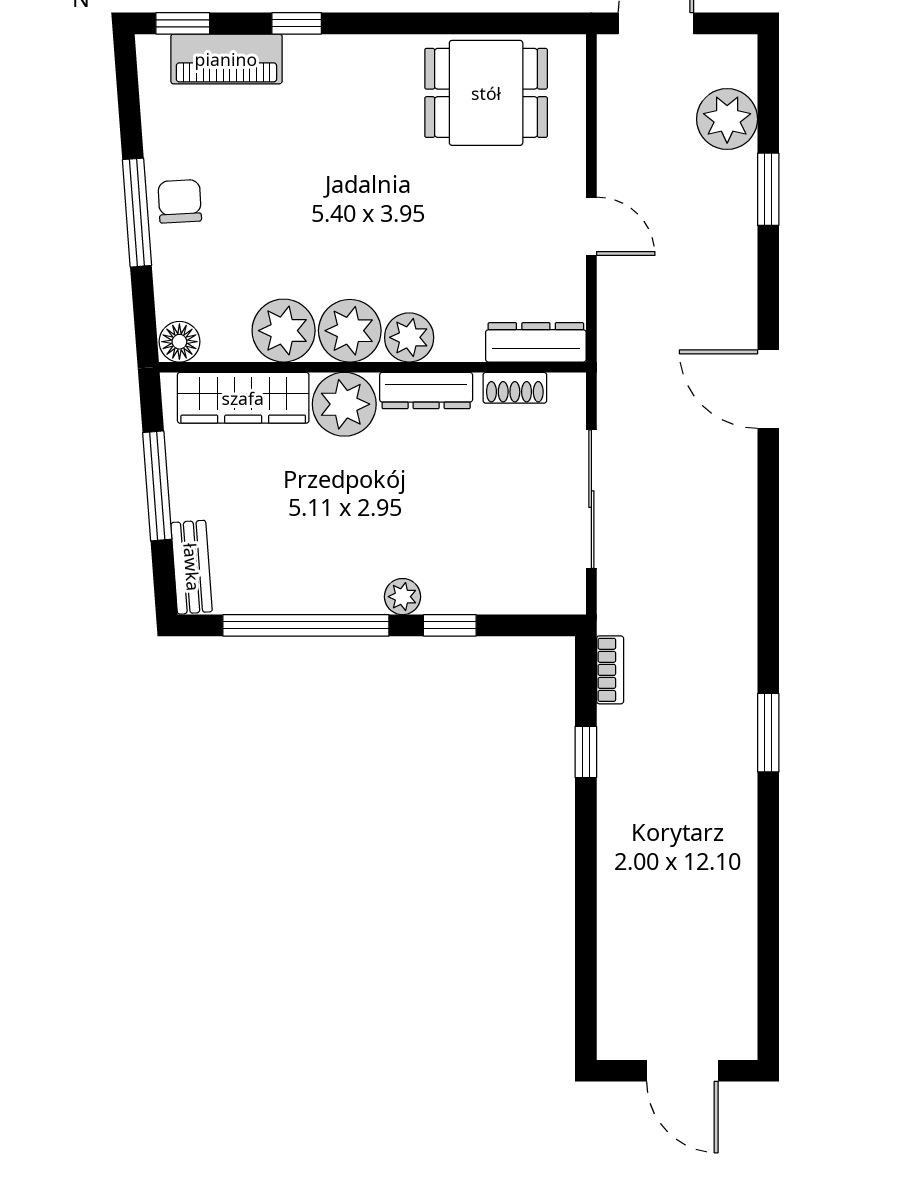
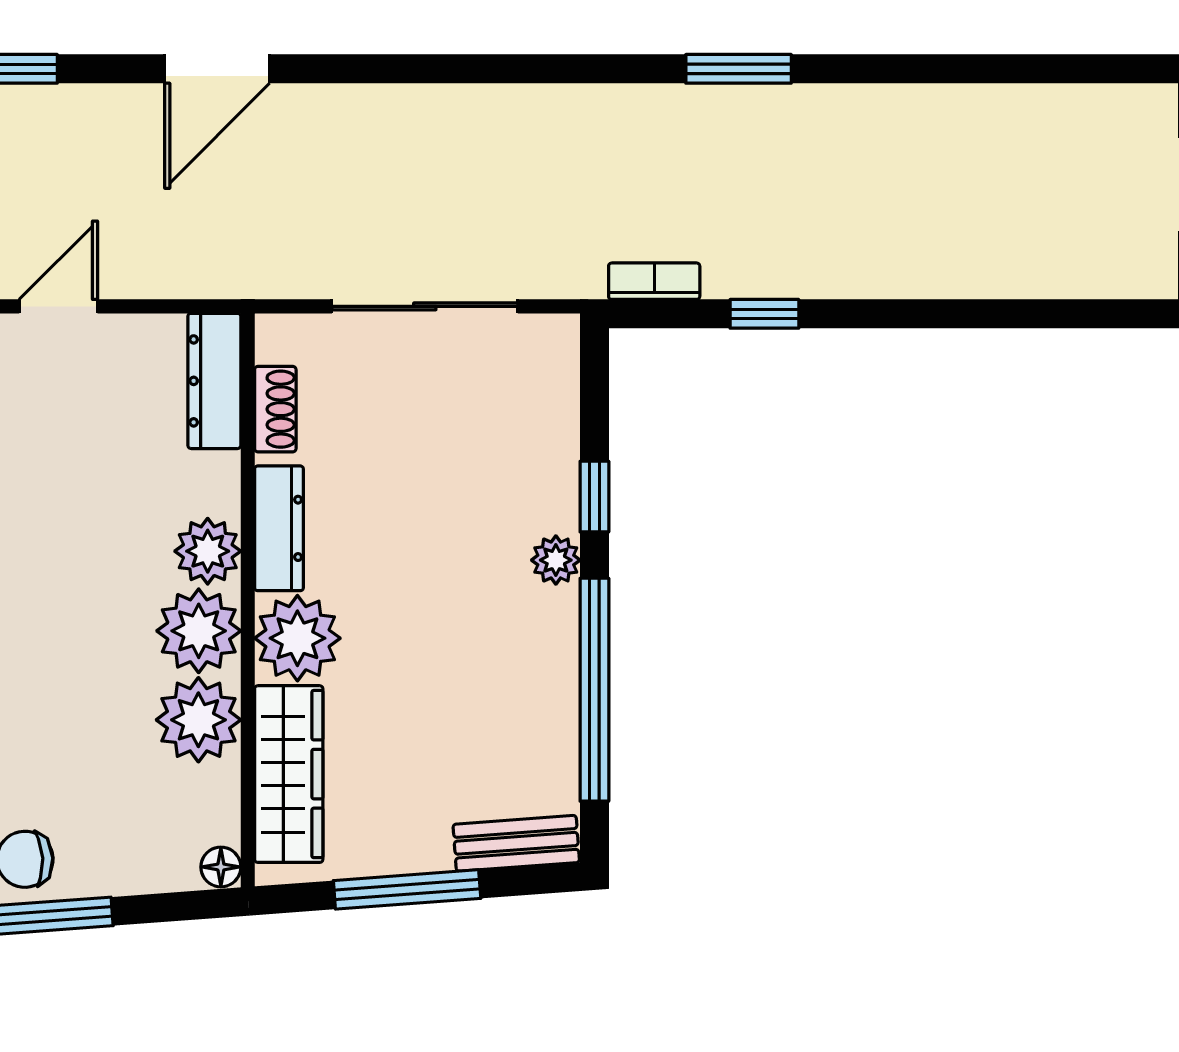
floor lamp: (179, 342) -> (221, 867), width x0.73, depth x0.73
door: (768, 389) -> (217, 69), moved

